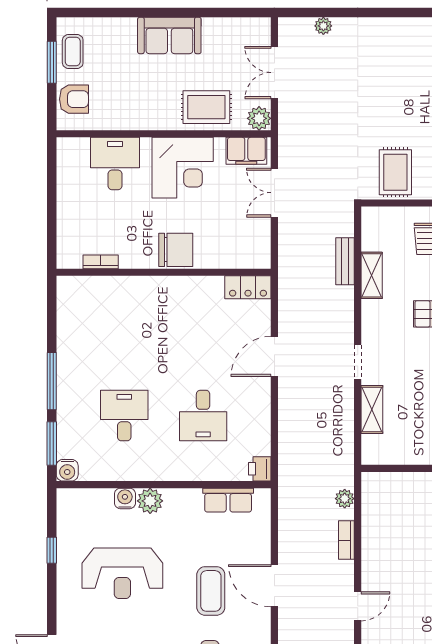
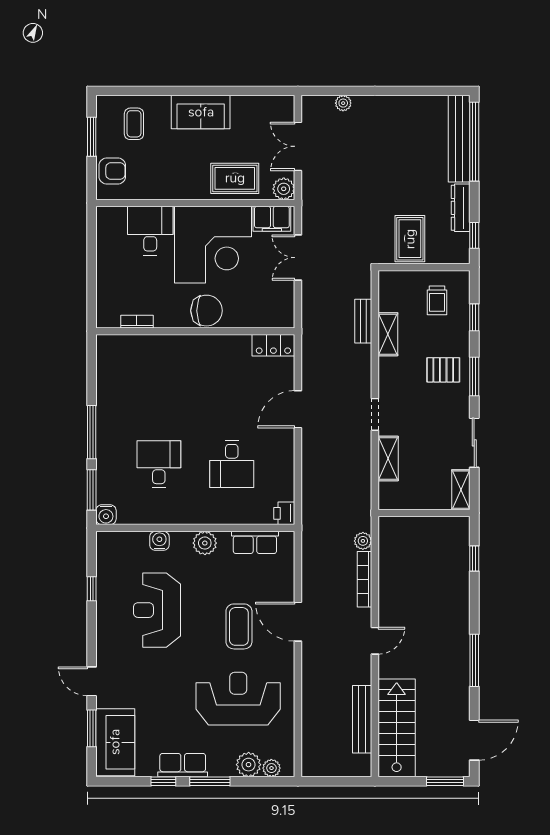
coffee table: (73, 51) -> (134, 124), moved
corner desk: (183, 168) -> (213, 245), width x1.36, depth x1.36
plant: (150, 501) -> (205, 543), moved
bookcase: (346, 540) -> (365, 579), width x1.56
reception desk: (122, 573) -> (157, 610), turned 90

